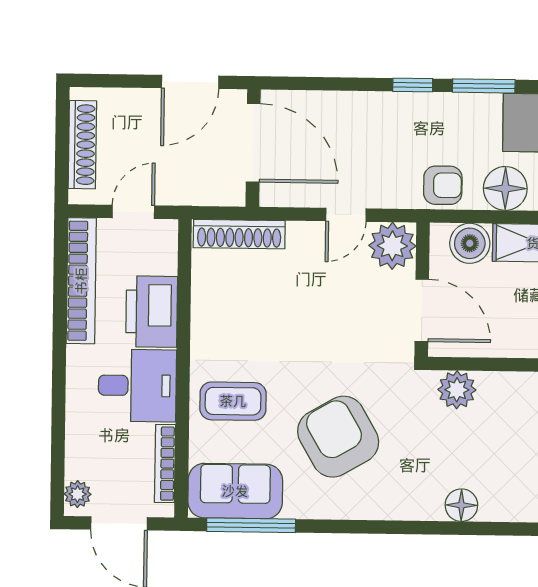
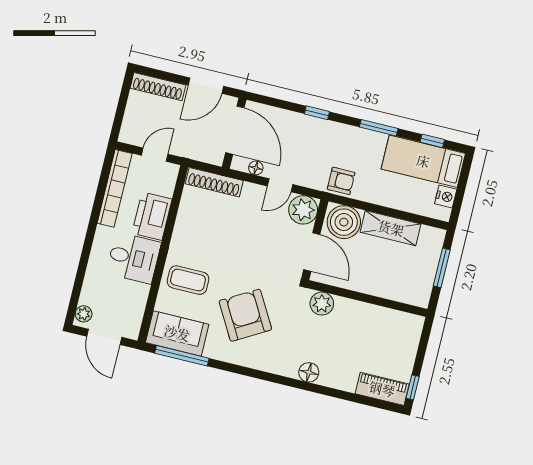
window: (413, 85) -> (317, 113), moved
shoe rack: (82, 145) -> (158, 87), moved, turned 90
floor lamp: (505, 188) -> (256, 168), moved, width x0.53, depth x0.53
boiler: (470, 243) -> (344, 222), width x1.37, depth x1.37
bookcase: (165, 464) -> (139, 308), removed

